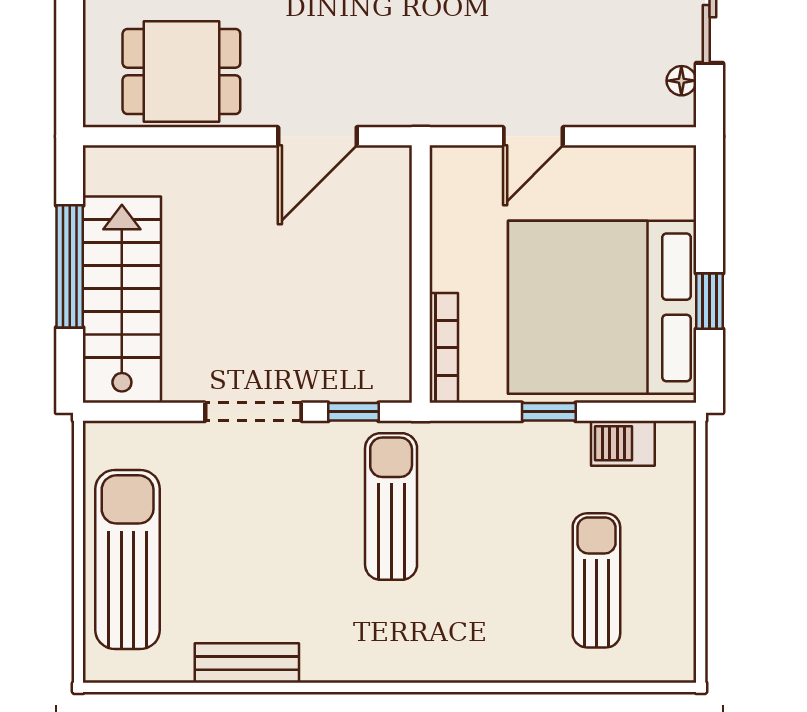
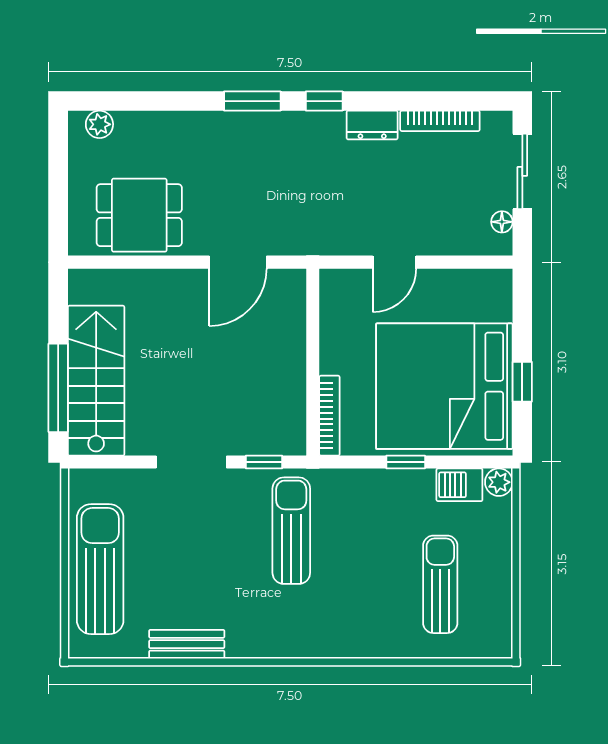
window: (70, 266) -> (58, 388), moved
plant: (677, 440) -> (499, 482), added

